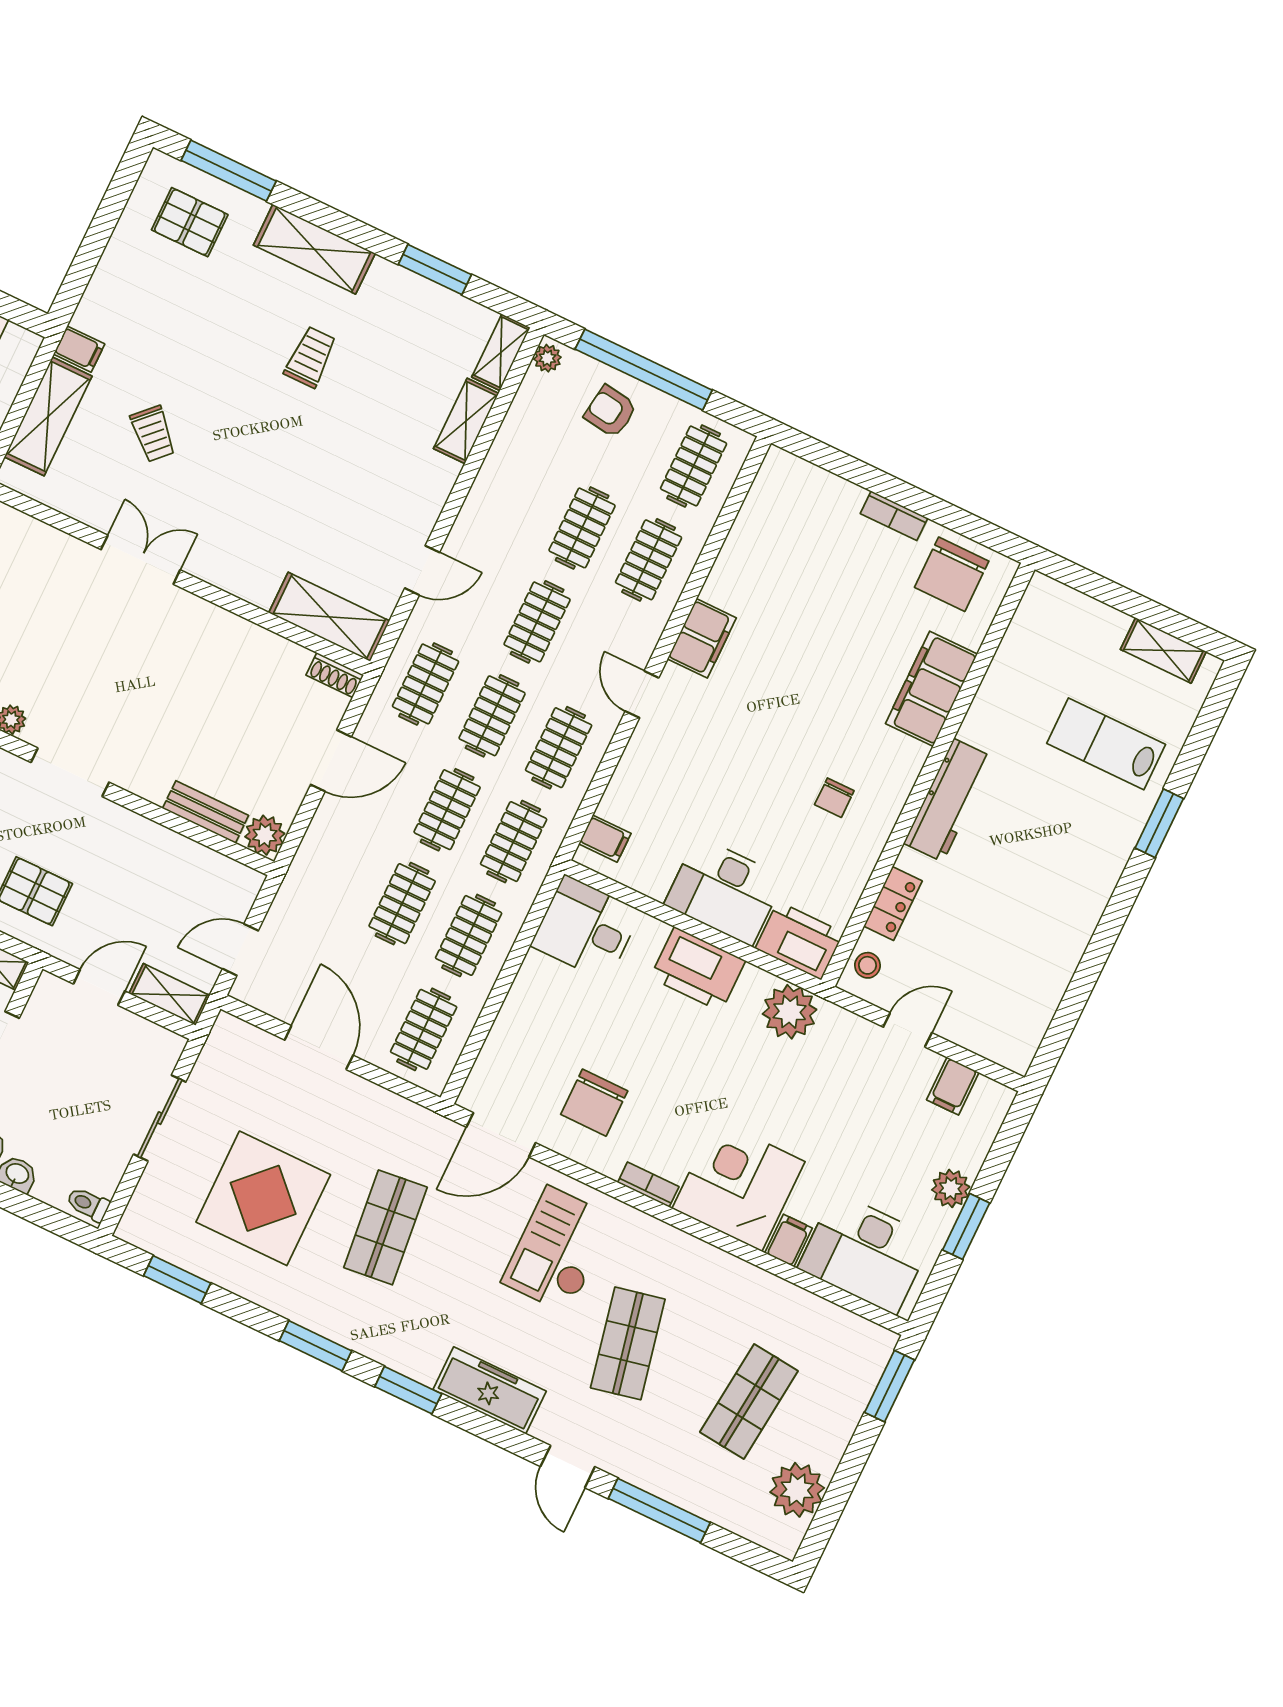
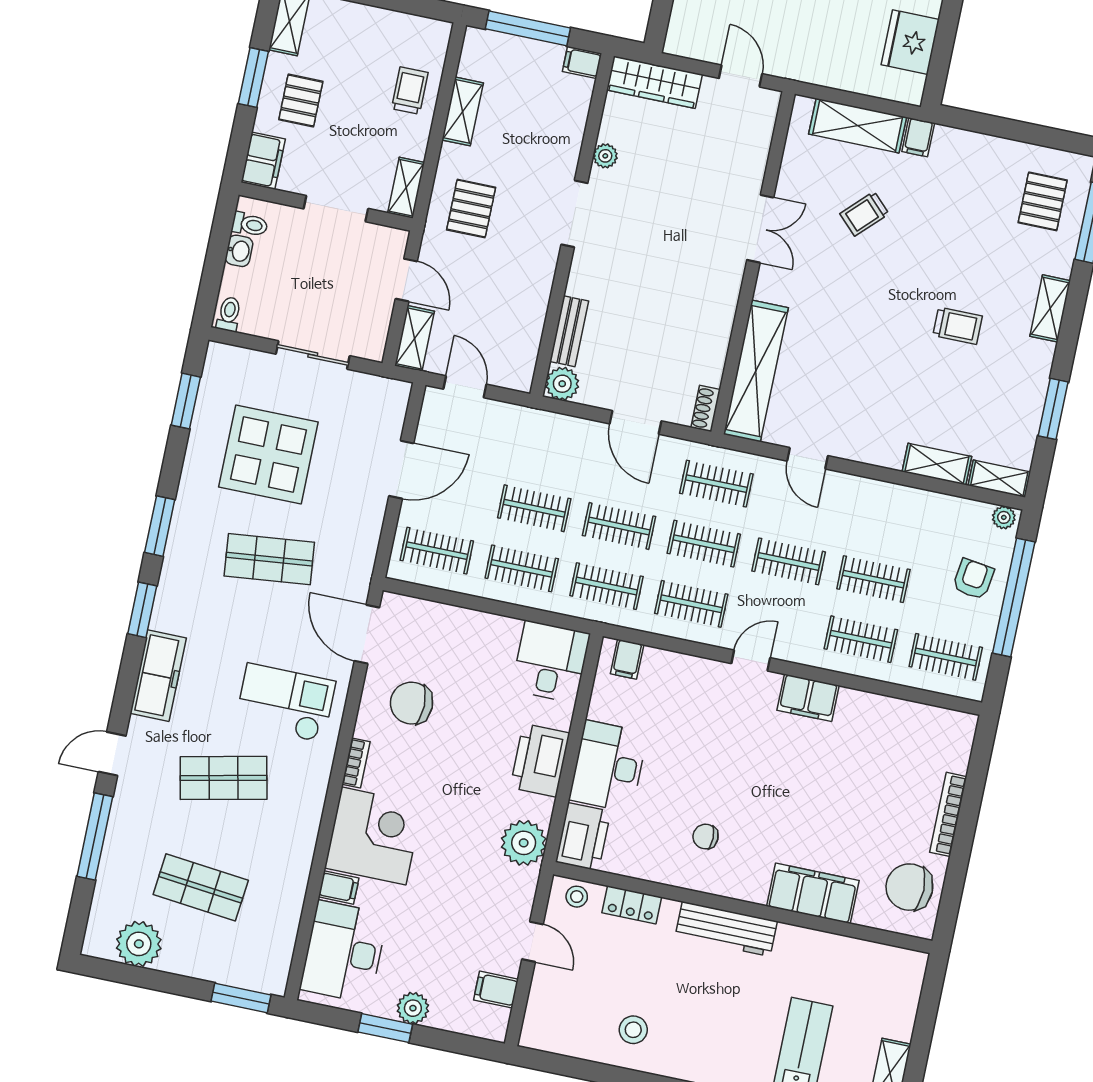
shelving: (314, 249) -> (1050, 308), width x0.67, depth x0.75
bookcase: (894, 516) -> (948, 814), width x1.56
shelving: (329, 617) -> (756, 371), width x1.47
stool: (1039, 937) -> (633, 1030), added

